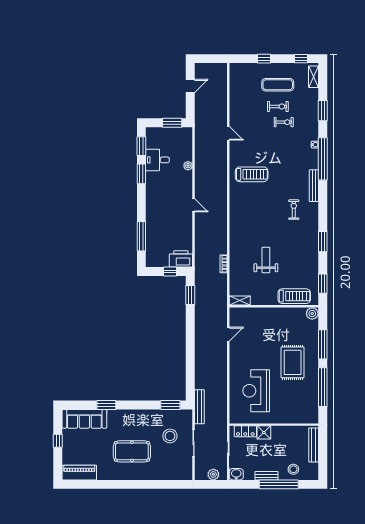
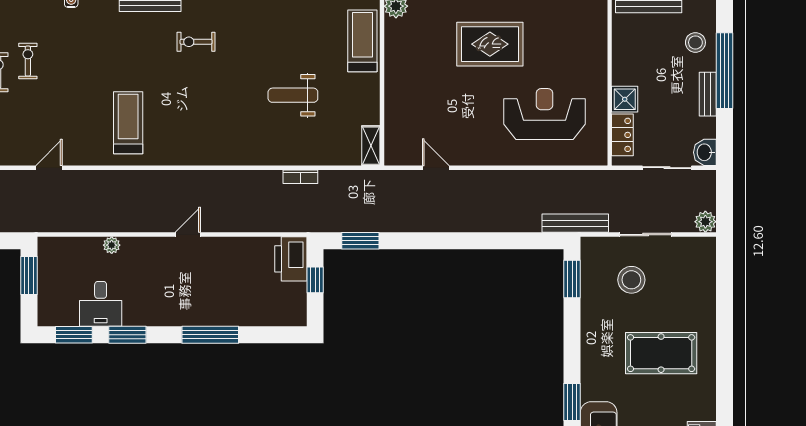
window: (141, 236) -> (210, 335), moved
reception desk: (256, 391) -> (544, 114), turned 180
pool table: (132, 451) -> (661, 353), turned 90
plant: (213, 474) -> (705, 222), moved

